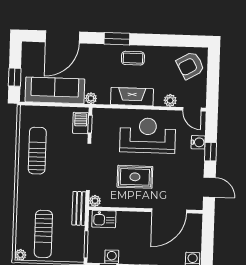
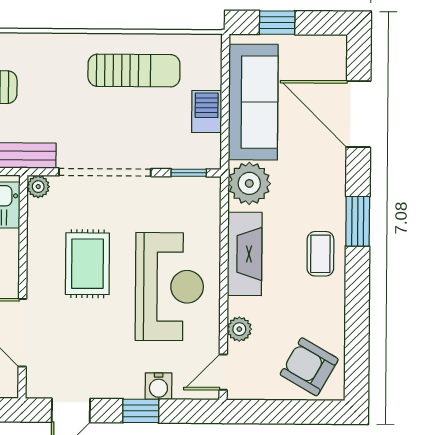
armchair: (190, 65) -> (309, 367), turned -31
plant: (91, 98) -> (249, 183), width x1.88, depth x1.88
barbecue: (81, 123) -> (207, 112), moved, turned -90

